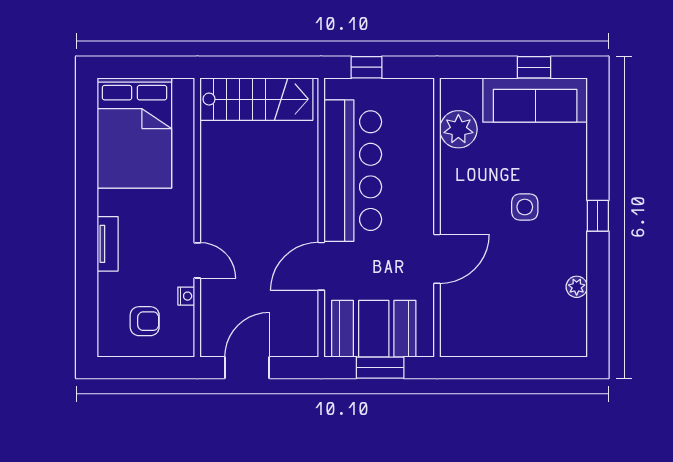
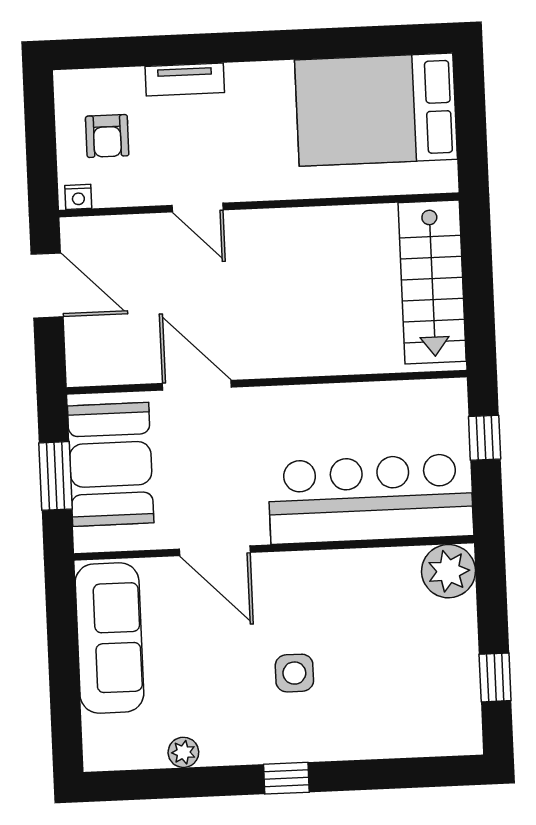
sofa: (535, 100) -> (109, 638), moved, turned 180
plant: (458, 129) -> (448, 571), moved
bar counter: (353, 171) -> (371, 499), moved, turned 180
tv unit: (108, 244) -> (185, 79), moved
door: (197, 260) -> (198, 208), hinge flipped
nightstand: (186, 296) -> (78, 197), moved

